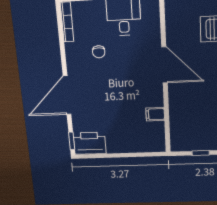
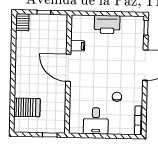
door: (164, 65) -> (68, 68), moved
printer: (90, 143) -> (107, 24), moved

